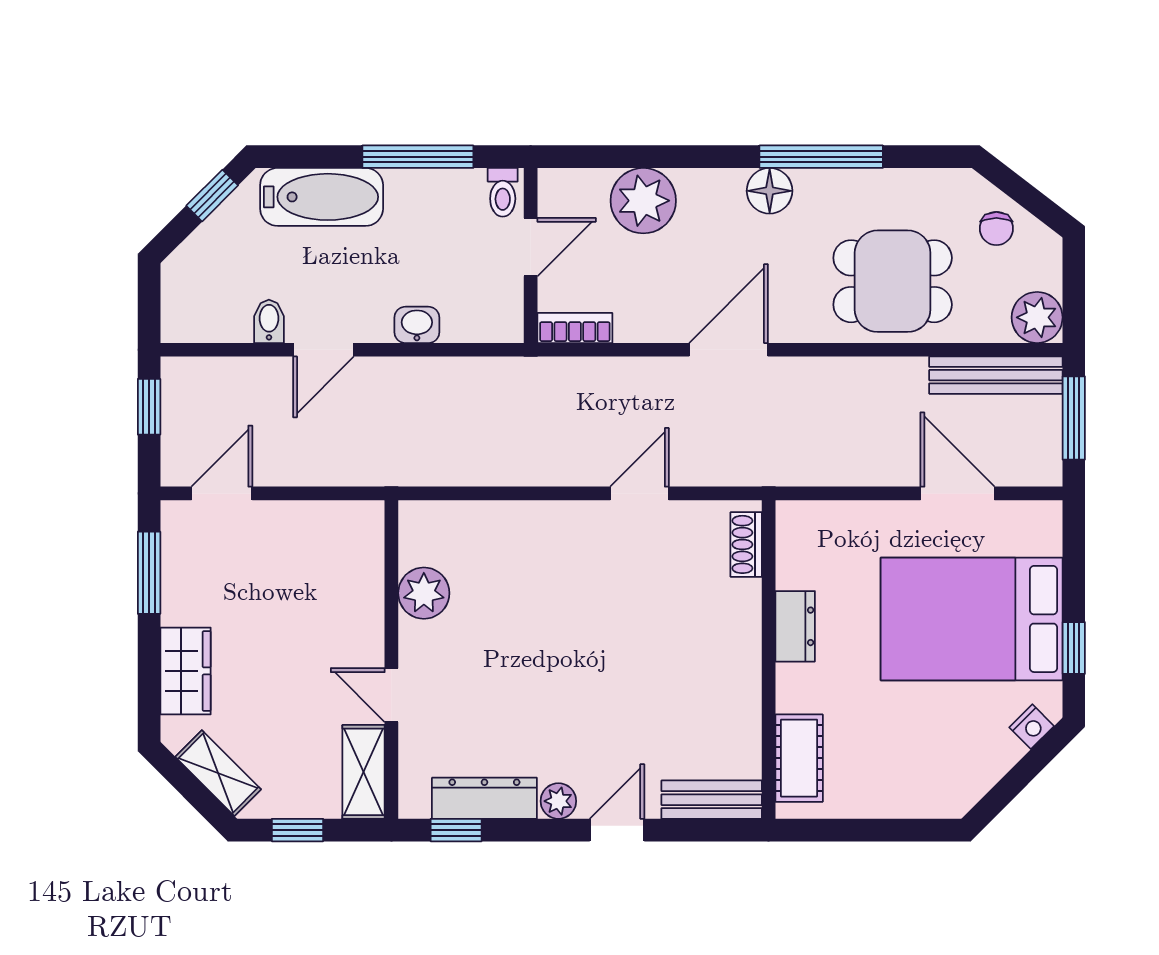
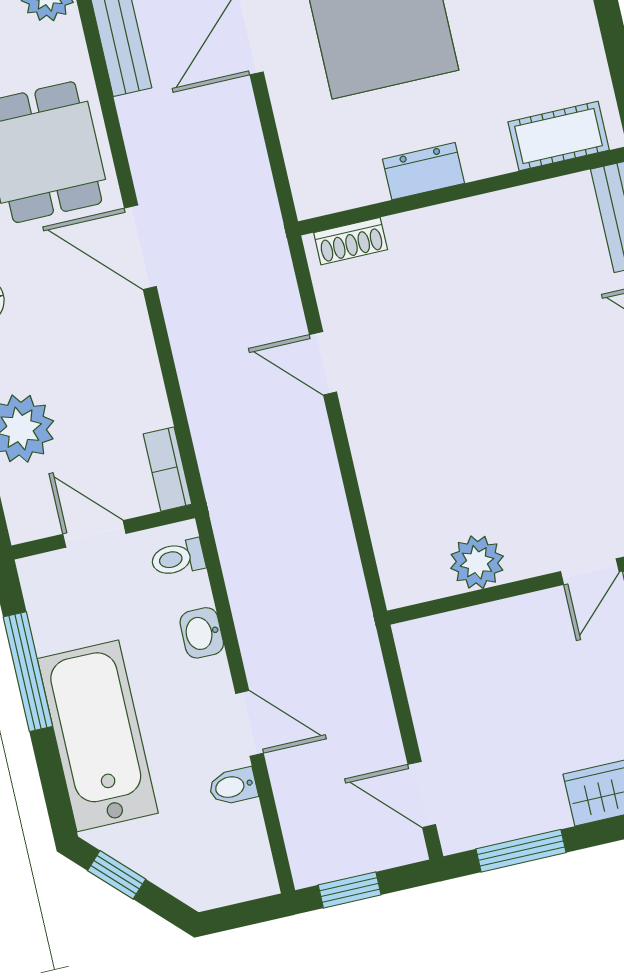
toilet: (503, 192) -> (178, 558), moved, turned 180
bathtub: (322, 197) -> (98, 736), width x1.36, depth x1.36
door: (729, 350) -> (140, 247), moved

